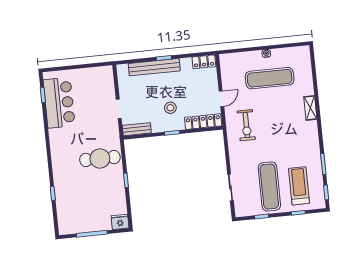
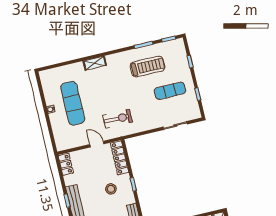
exercise mat: (269, 186) -> (170, 91), width x0.73, depth x0.69
treadmill: (299, 186) -> (147, 67), moved, turned 180

